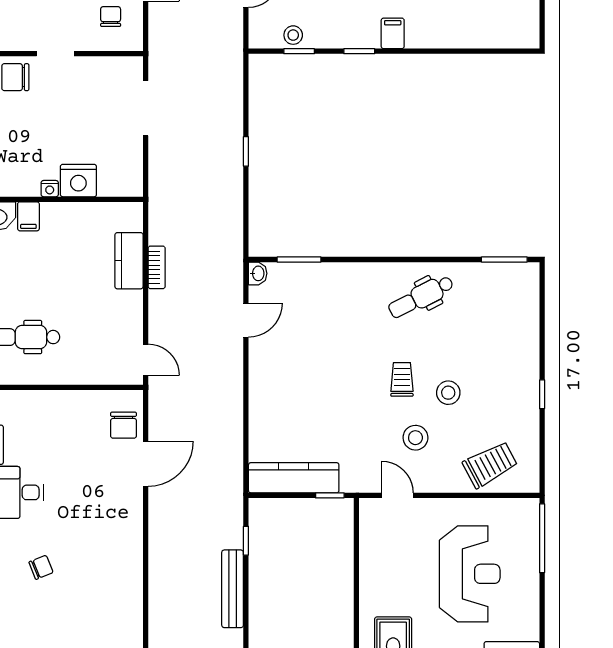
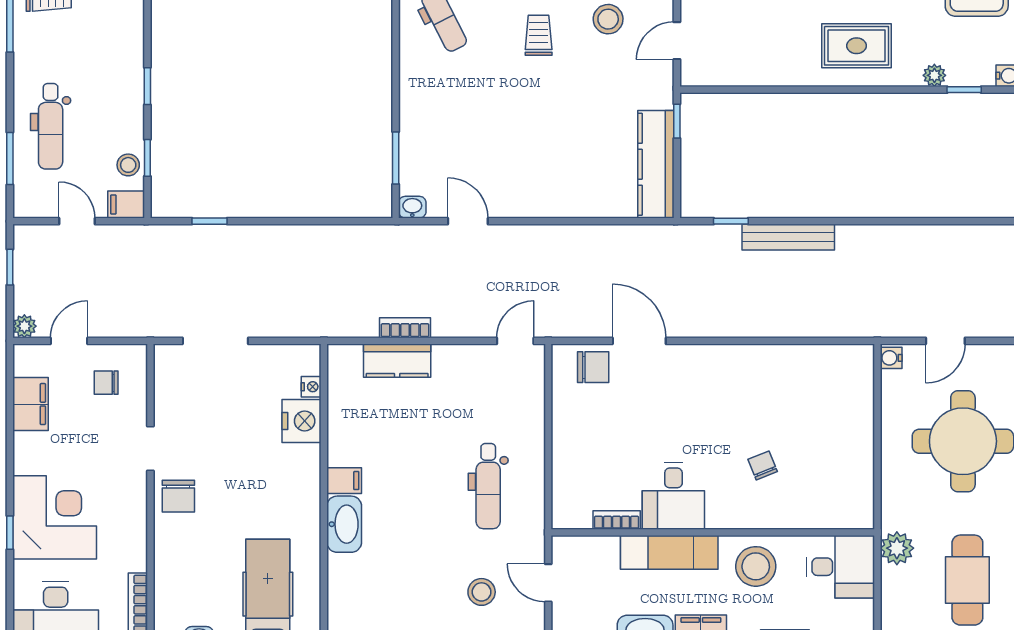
filing cabinet: (393, 33) -> (126, 205), moved
window: (246, 151) -> (209, 221), moved
nightstand: (50, 189) -> (311, 387), moved
trolley: (402, 379) -> (539, 35), turned 90

